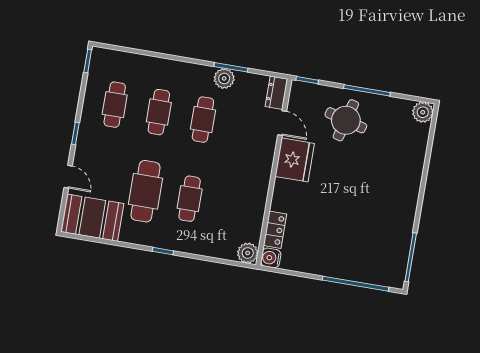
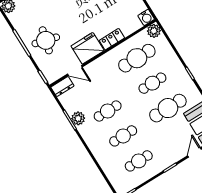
door: (282, 123) -> (75, 71), swing flipped
cafe table: (234, 206) -> (137, 58), added
locker: (275, 230) -> (112, 39), moved

